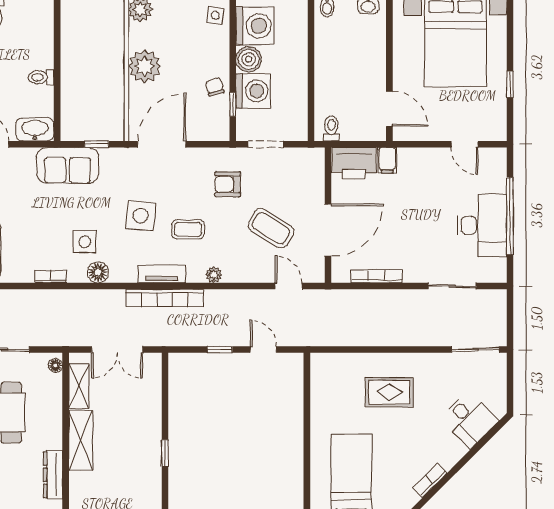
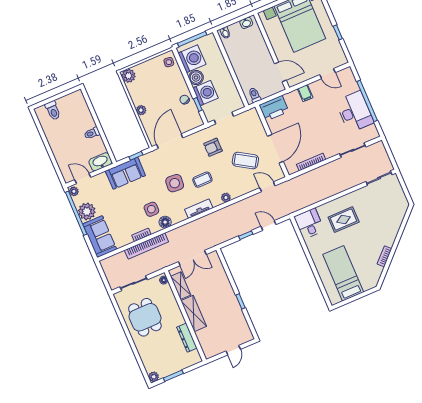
plant: (145, 66) -> (141, 110), width x0.53, depth x0.53
filing cabinet: (387, 160) -> (305, 93), moved
bookcase: (165, 298) -> (146, 246), moved
desk: (469, 420) -> (309, 224), moved, turned -135

